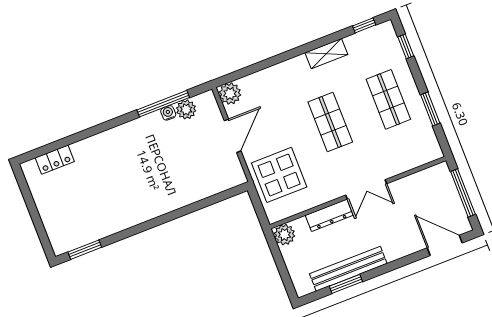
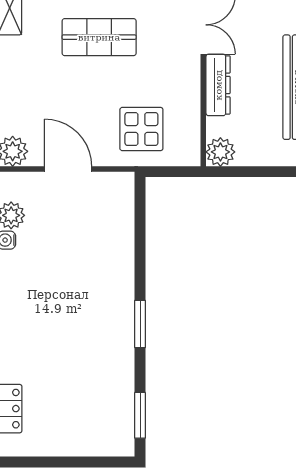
display table: (279, 175) -> (141, 129), width x0.73, depth x0.73
window: (147, 226) -> (140, 324), added

